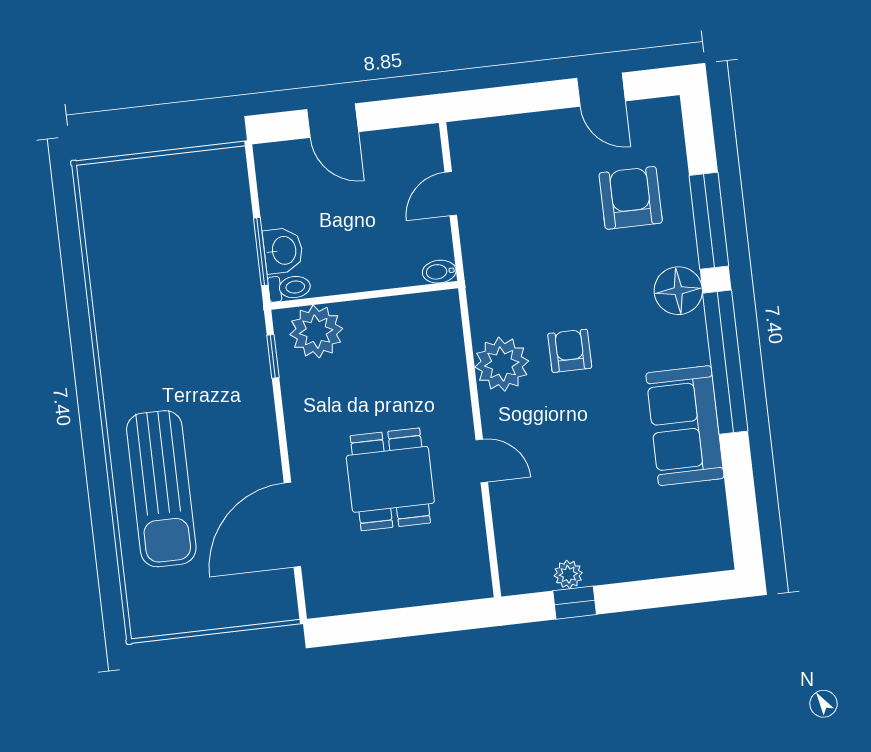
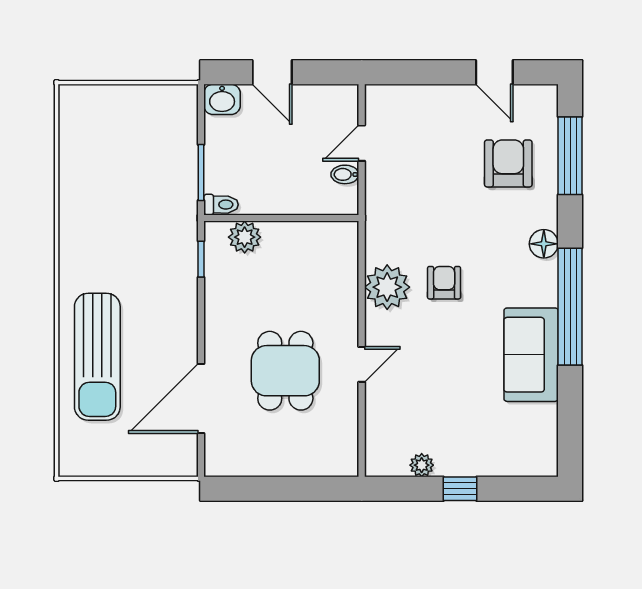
window: (709, 221) -> (570, 156), moved
washbasin: (283, 251) -> (222, 99), moved, turned 90
bidet: (439, 272) -> (345, 174), moved
floor lamp: (678, 291) -> (544, 244), width x0.73, depth x0.73
plant: (316, 332) -> (245, 237), width x0.73, depth x0.73
door: (482, 461) -> (362, 364), hinge flipped
window: (575, 603) -> (460, 489), moved

